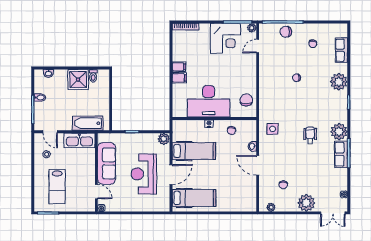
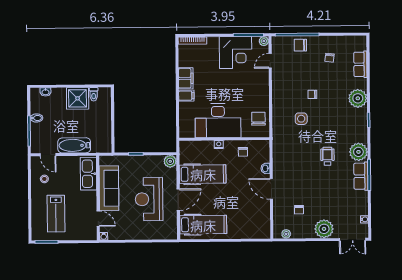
filing cabinet: (179, 67) -> (186, 78), width x2.00
bathtub: (87, 123) -> (74, 145), moved
side table: (273, 129) -> (301, 119), moved
kitchen sink: (79, 140) -> (88, 174), moved, turned 90

